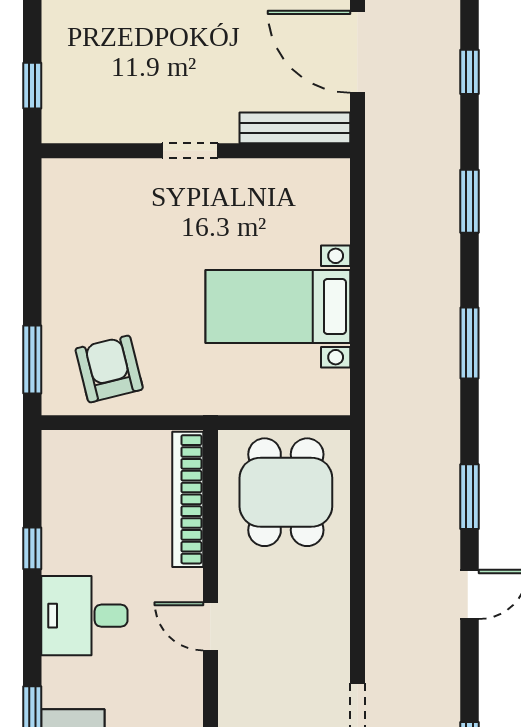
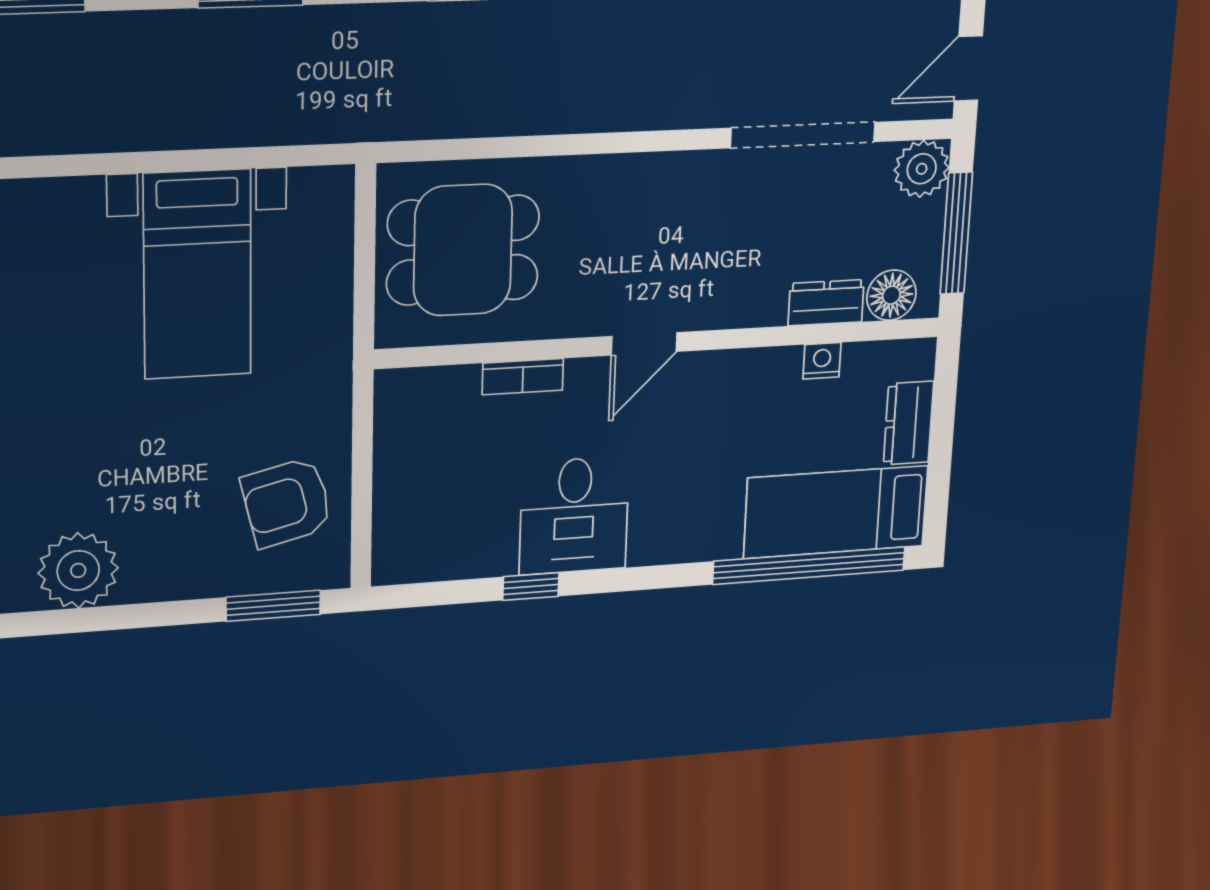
plant: (69, 222) -> (78, 570), added
bookcase: (188, 499) -> (523, 377), width x0.43, depth x0.76
desk: (84, 616) -> (574, 516), moved

